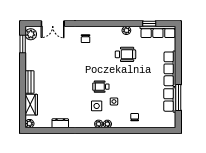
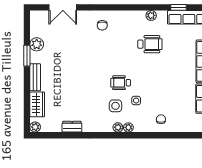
plant: (31, 34) -> (37, 44), moved
window: (23, 44) -> (27, 56), moved

